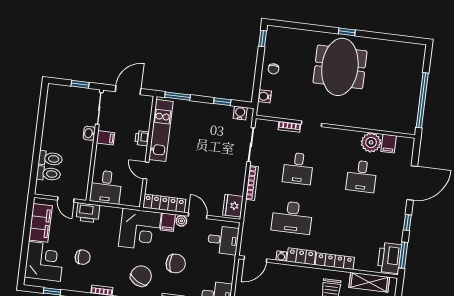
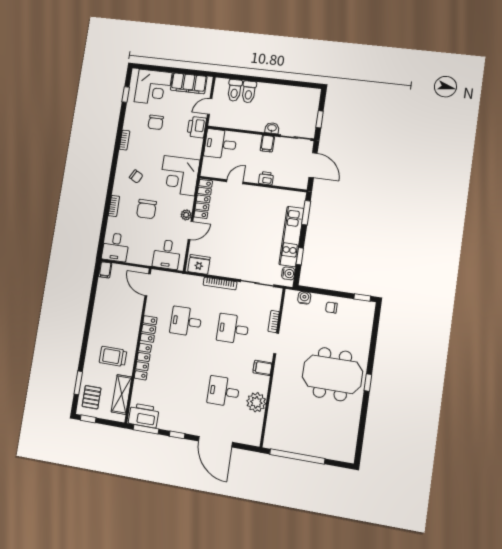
kitchen unit: (161, 130) -> (291, 236), moved, turned 90
filing cabinet: (389, 144) -> (262, 368), moved
desk: (292, 217) -> (186, 321), width x0.73
filing cabinet: (168, 222) -> (185, 202), removed
water cooler: (281, 256) -> (150, 310), removed
chair: (141, 276) -> (136, 176), width x0.54, depth x0.54

